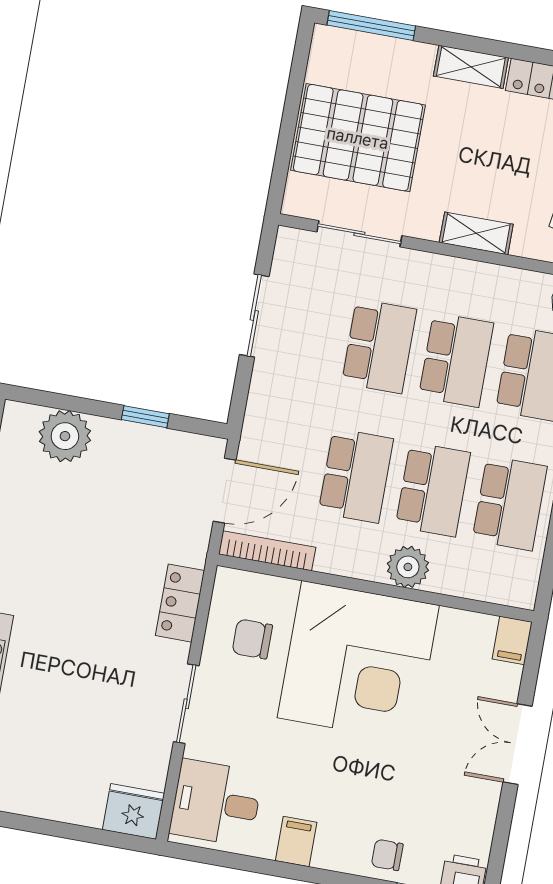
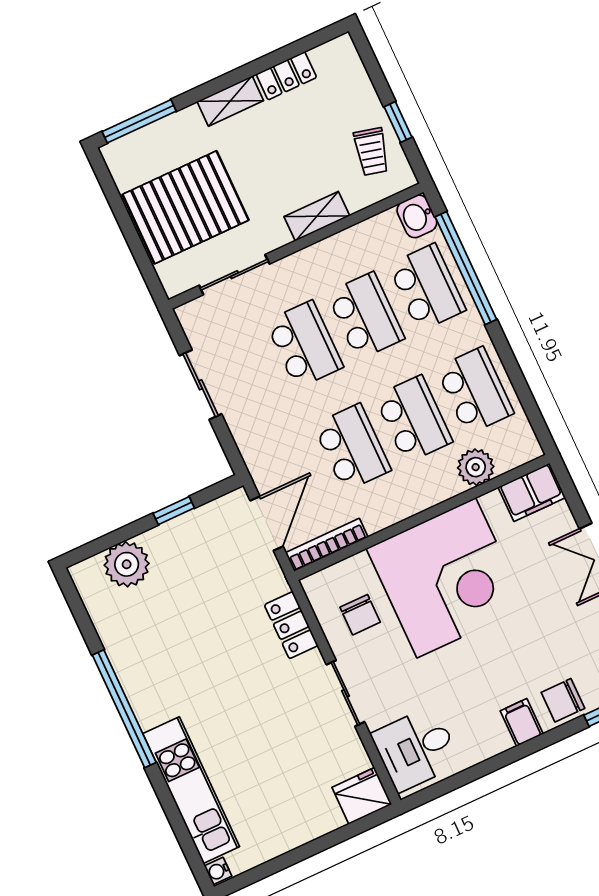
plant: (408, 567) -> (476, 467), moved
chair: (252, 639) -> (360, 615), turned -90
filing cabinet: (512, 640) -> (532, 492), width x2.00
filing cabinet: (296, 842) -> (522, 722), moved
chair: (387, 855) -> (563, 700), width x1.37, depth x1.37

